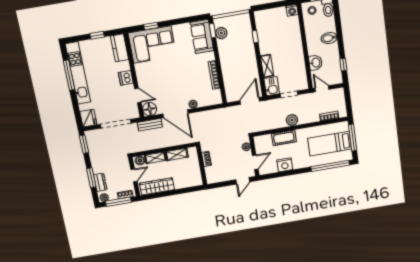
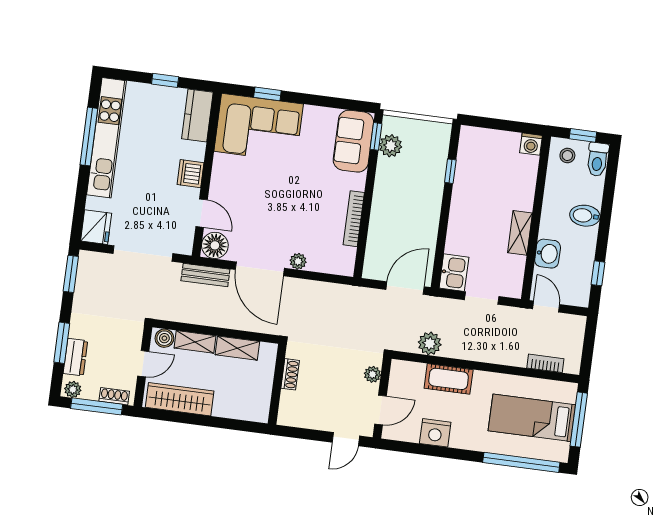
shelving: (267, 66) -> (520, 233), moved
plant: (292, 120) -> (430, 343), moved

